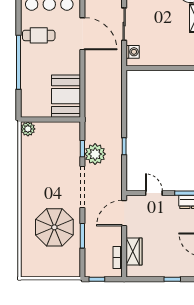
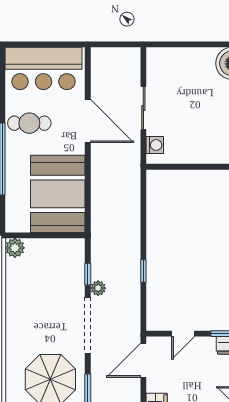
booth: (66, 96) -> (58, 194), width x1.36, depth x1.42
plant: (95, 154) -> (98, 288), width x0.53, depth x0.53
door: (154, 193) -> (183, 334), swing flipped

